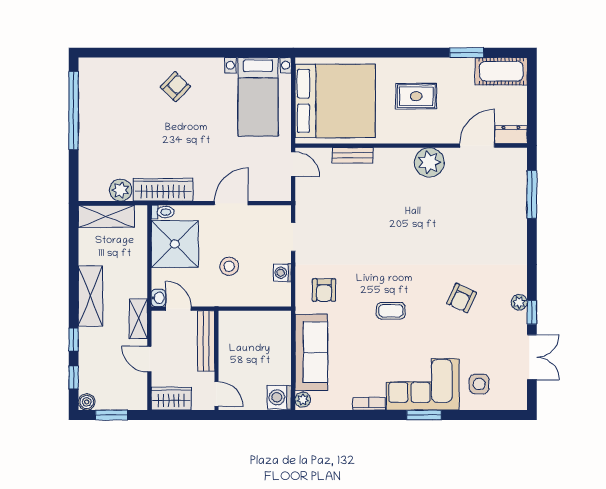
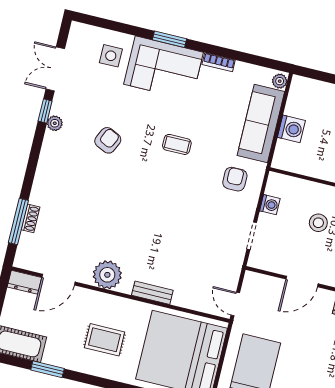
bench: (353, 155) -> (152, 293), moved
shoe rack: (520, 201) -> (31, 218), added
washing machine: (279, 397) -> (291, 129), moved

